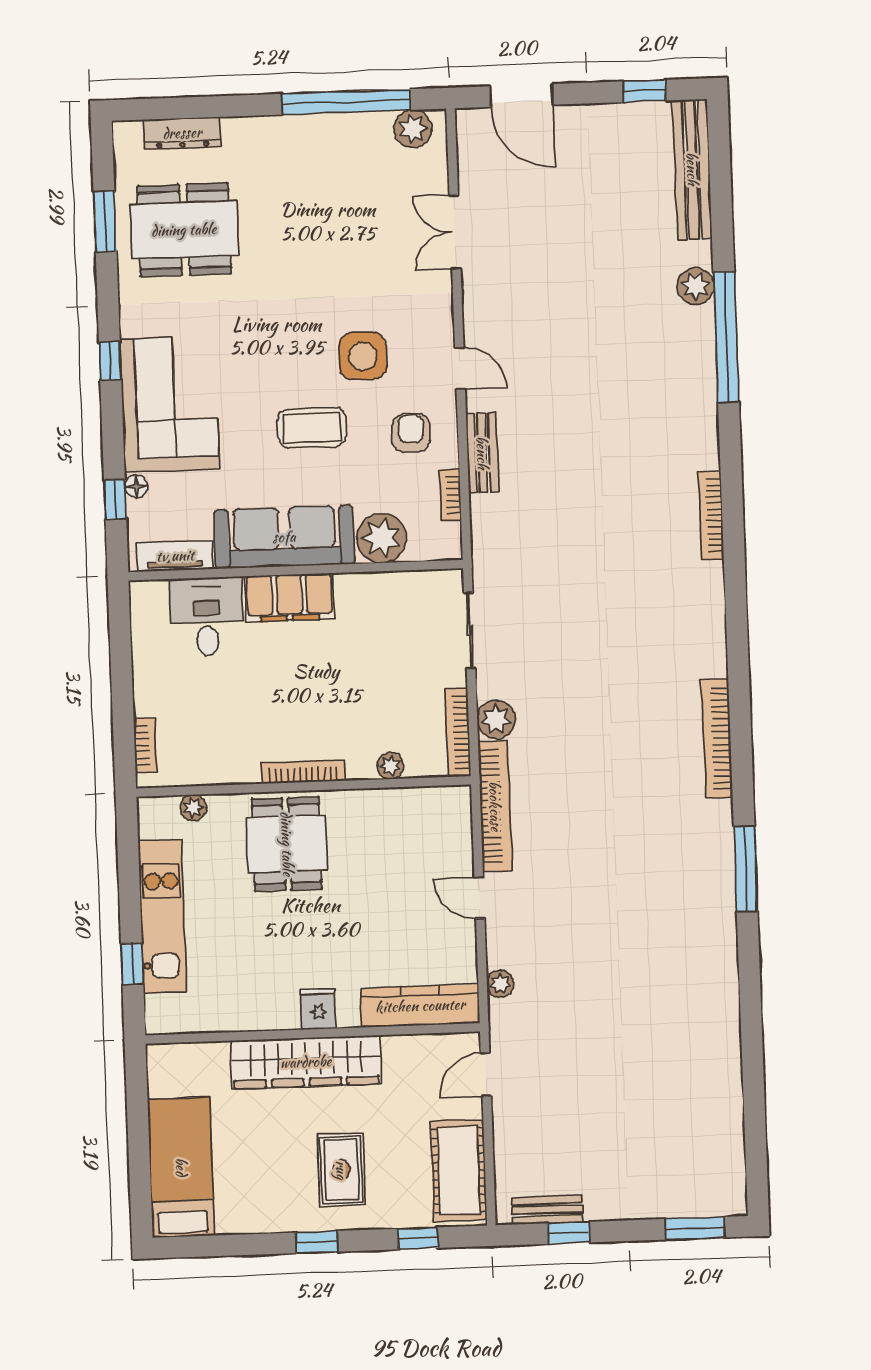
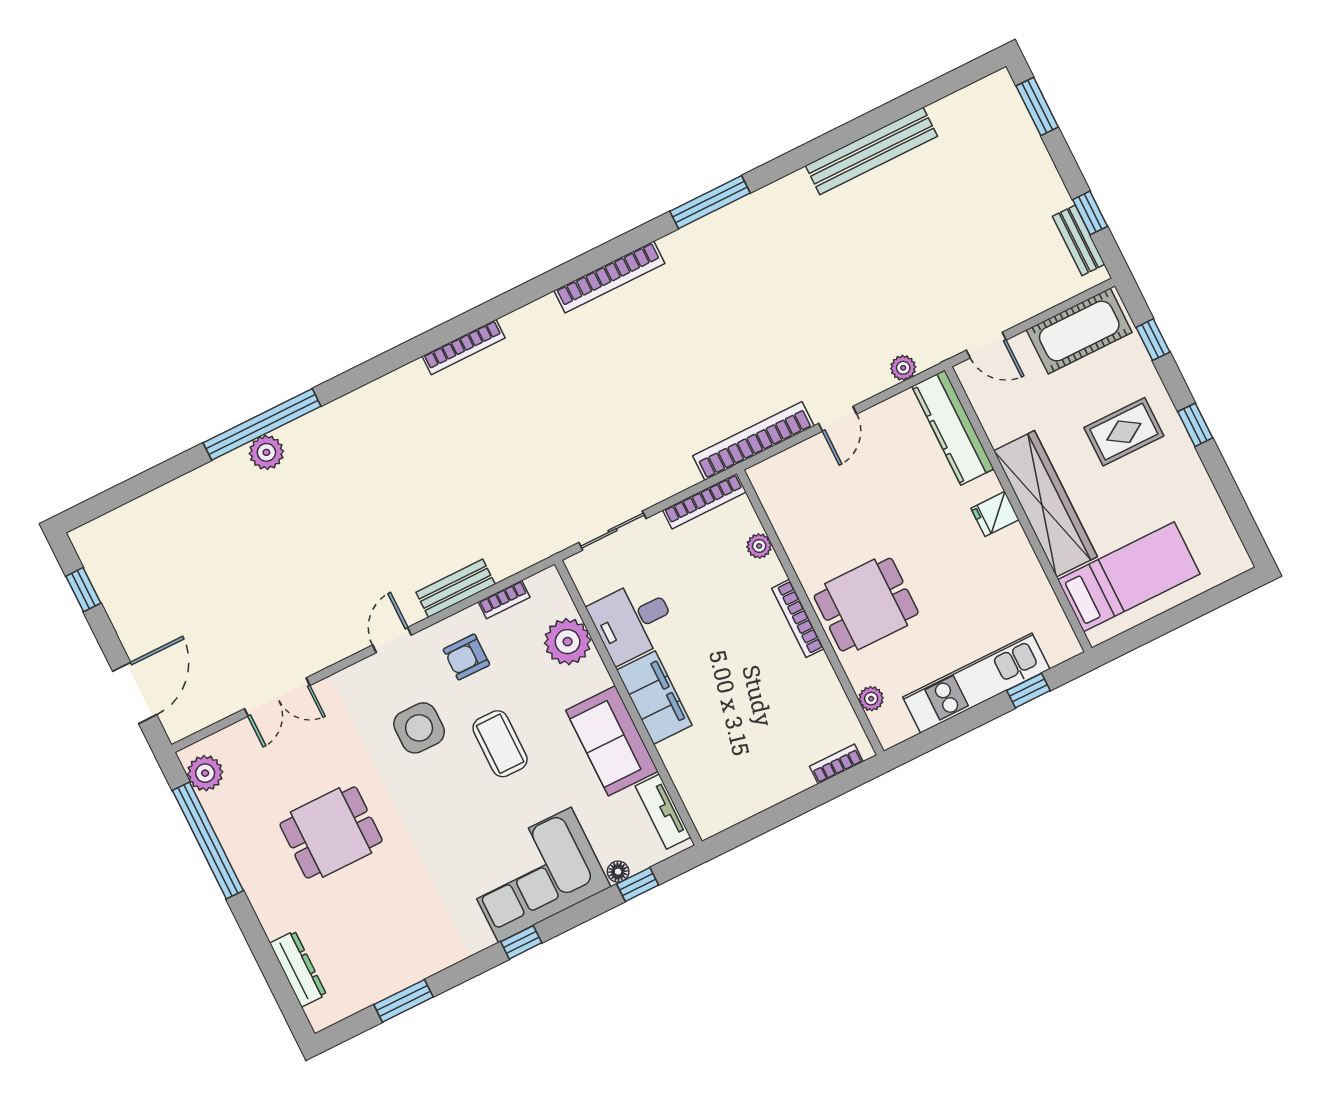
bench: (692, 169) -> (871, 151), moved
dining table: (184, 230) -> (331, 833), moved, width x0.73
plant: (696, 286) -> (266, 452), moved
bookcase: (711, 515) -> (464, 347), moved
sofa: (284, 537) -> (612, 741), width x0.73
desk: (207, 617) -> (633, 621), moved
plant: (496, 719) -> (678, 473), removed
bed: (181, 1167) -> (1129, 577), moved, turned 180

